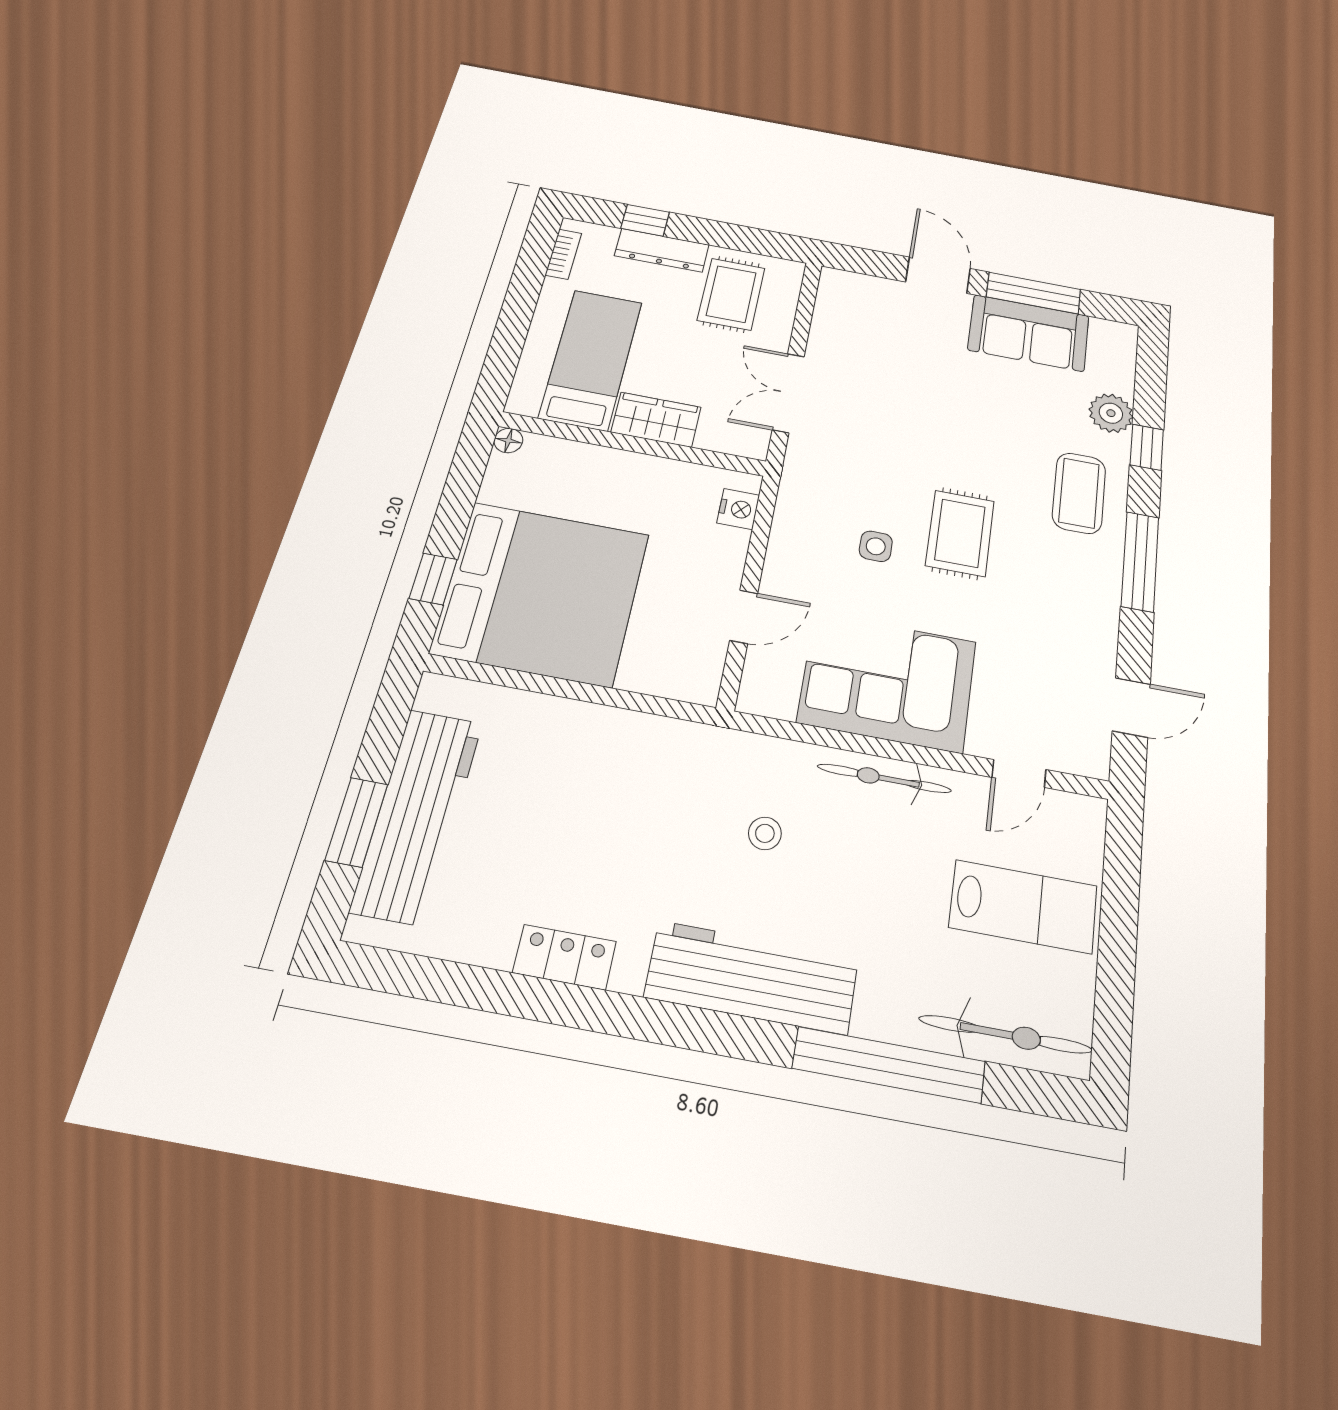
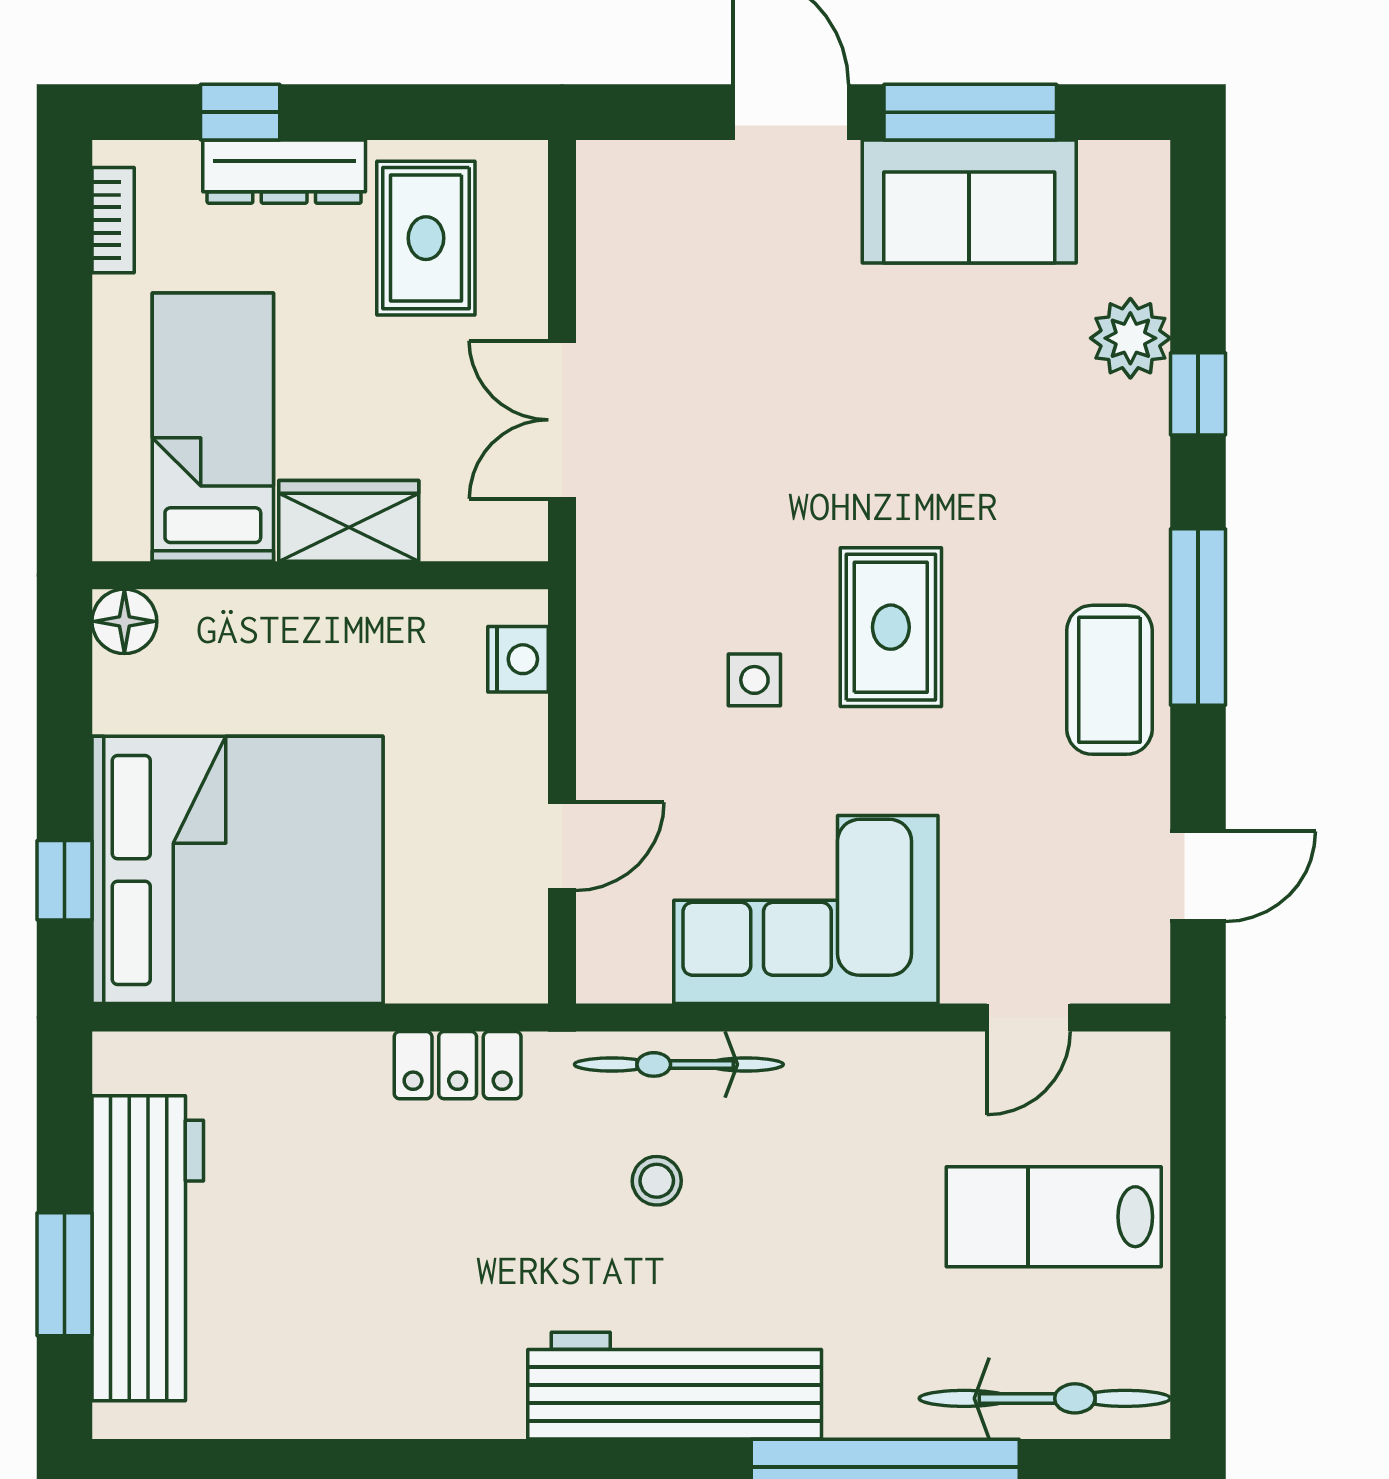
floor lamp: (508, 441) -> (124, 621), width x1.37, depth x1.37
coffee table: (1079, 493) -> (1109, 680), moved
bicycle: (884, 778) -> (679, 1064), moved
lab bench: (1023, 906) -> (1054, 1217), turned 180
locker: (565, 957) -> (458, 1065), moved, turned 180

